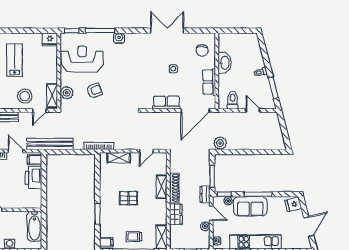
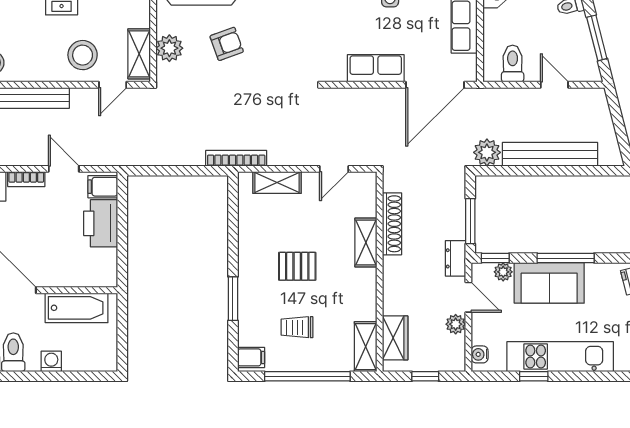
bench: (50, 144) -> (550, 154), moved
shoe rack: (174, 188) -> (392, 224), moved
wardrobe: (176, 214) -> (395, 338), moved
bathtub: (35, 226) -> (77, 308), moved, turned -90
trolley: (134, 237) -> (297, 327), moved

